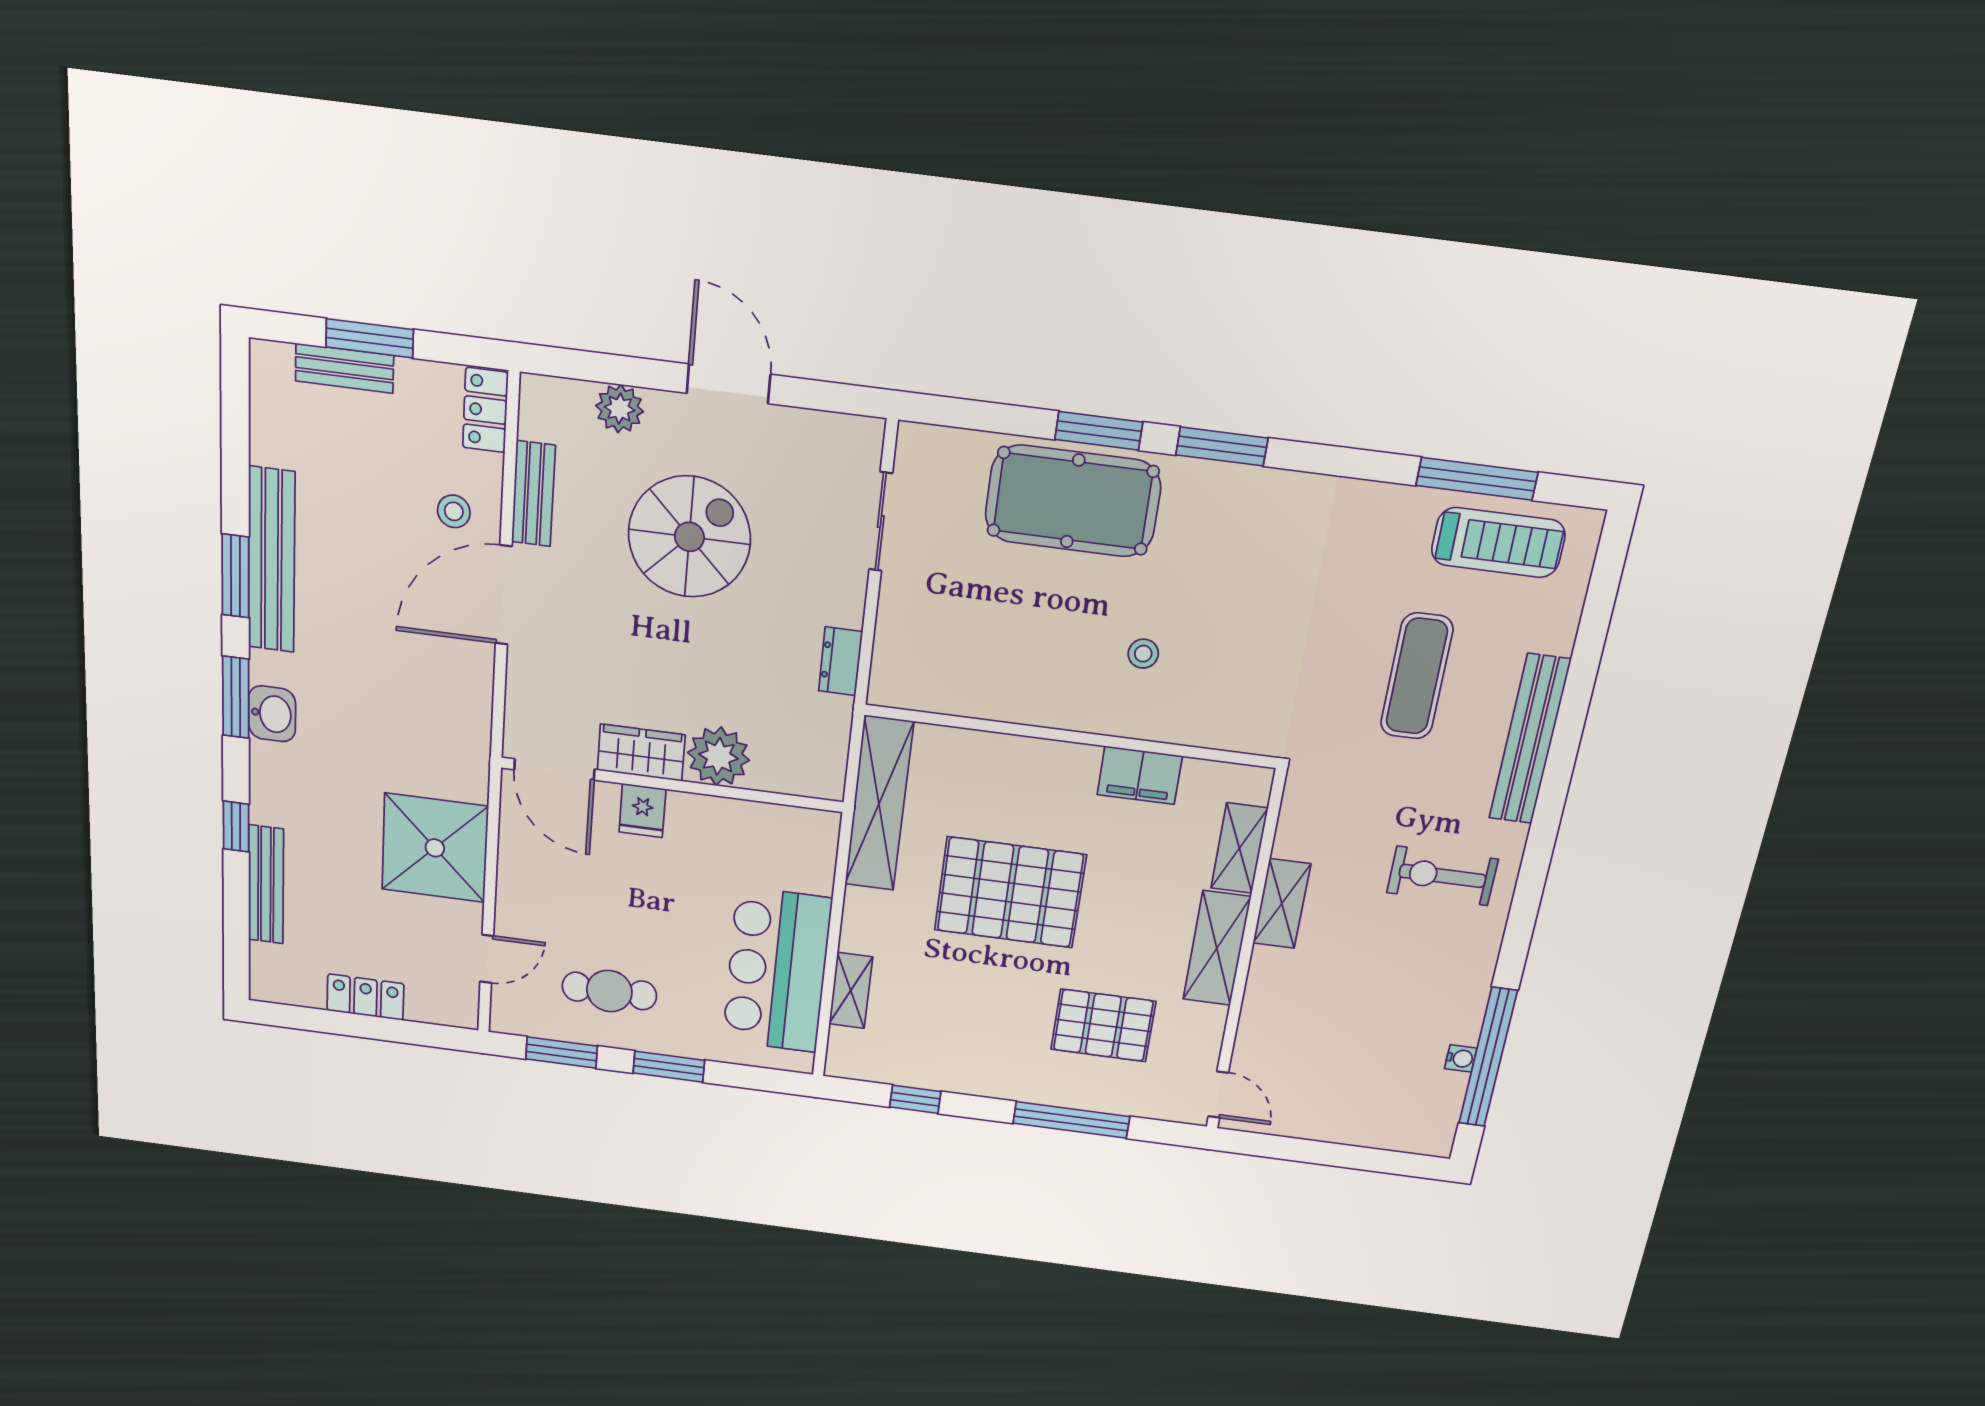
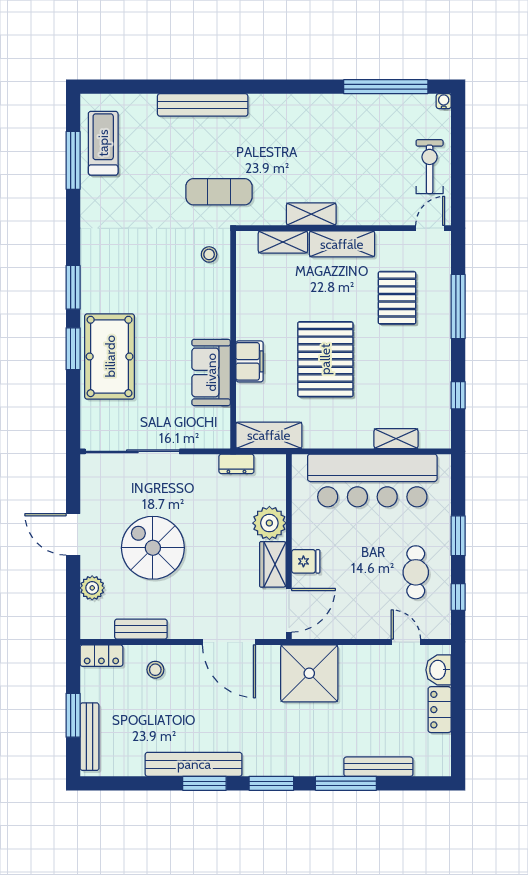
bench: (344, 368) -> (90, 737), width x1.36
door: (728, 384) -> (73, 534), hinge flipped
sliding door: (881, 522) -> (132, 451), width x1.86
door: (504, 595) -> (229, 642), moved
stool: (1143, 654) -> (209, 254), moved
dresser: (841, 661) -> (236, 464), moved
exercise mat: (1417, 676) -> (219, 192), moved
sofa: (1014, 689) -> (211, 372), added
washbasin: (272, 714) -> (438, 670), moved, turned -90
filing cabinet: (1140, 775) -> (250, 361), moved
shelving: (879, 804) -> (269, 435), width x0.68
window: (236, 826) -> (346, 783), width x2.17
shower: (435, 848) -> (309, 673), moved
exercise bike: (1442, 876) -> (430, 167), moved, turned 180
bar counter: (777, 970) -> (372, 480), width x1.36
window: (561, 1052) -> (458, 597), width x0.67
water cooler: (1461, 1058) -> (444, 101), moved

